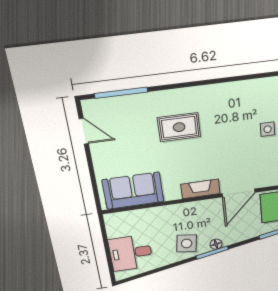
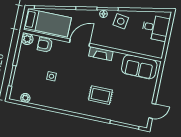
door: (84, 131) -> (152, 111), swing flipped

